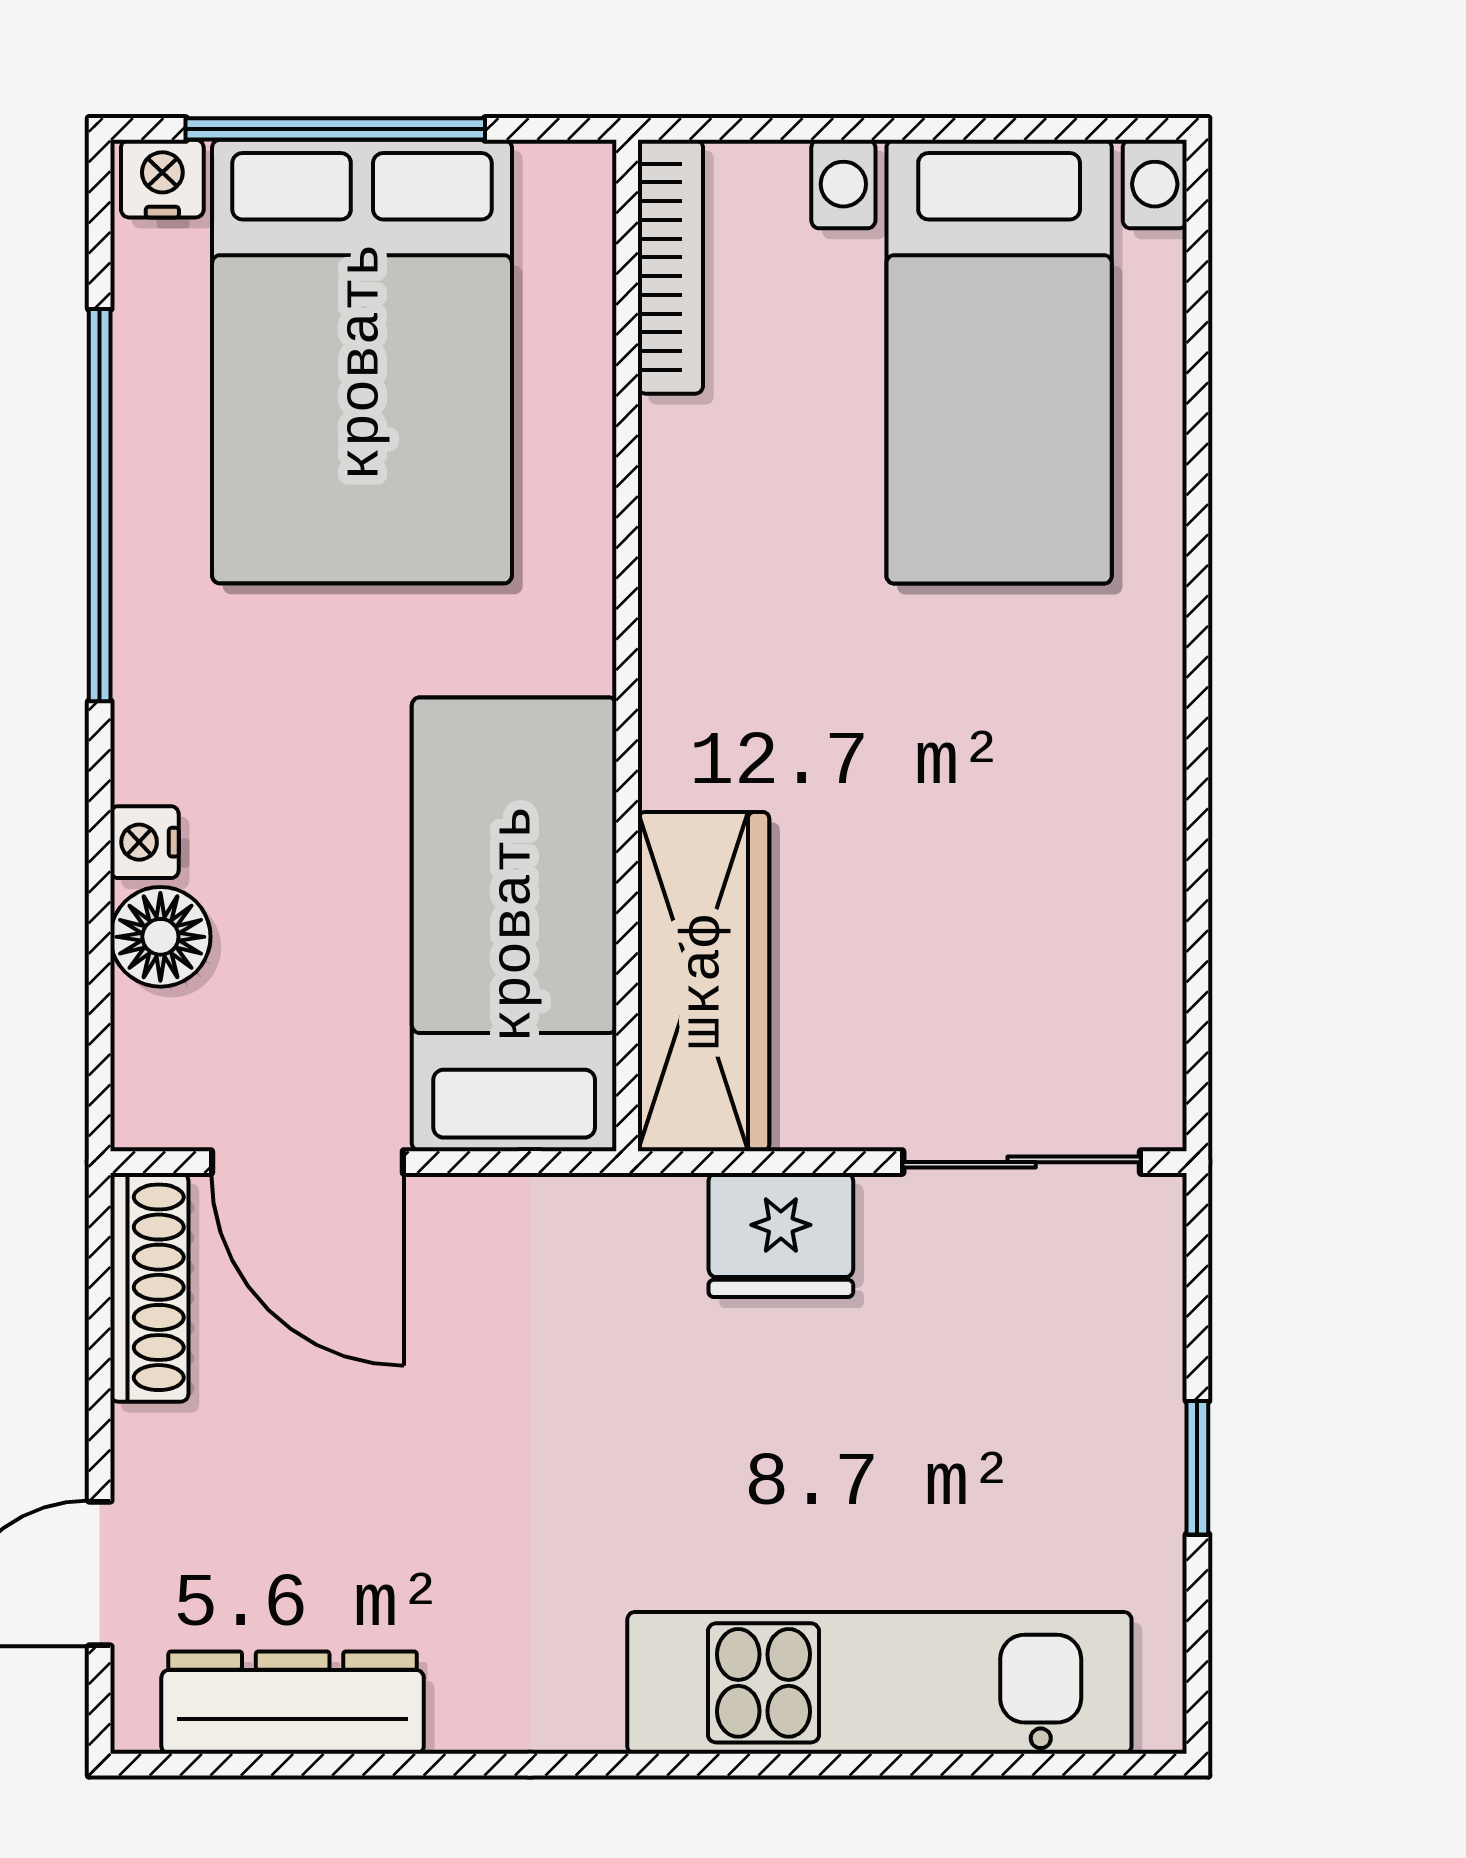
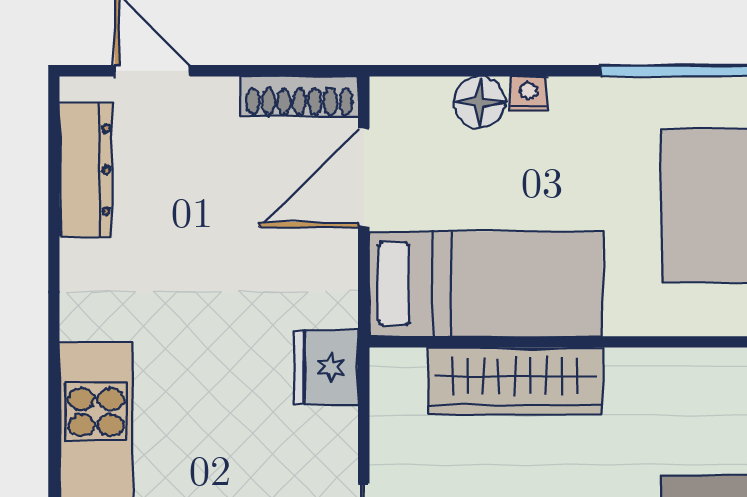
wardrobe: (703, 982) -> (515, 381), moved
fridge: (781, 1235) -> (326, 367), moved

